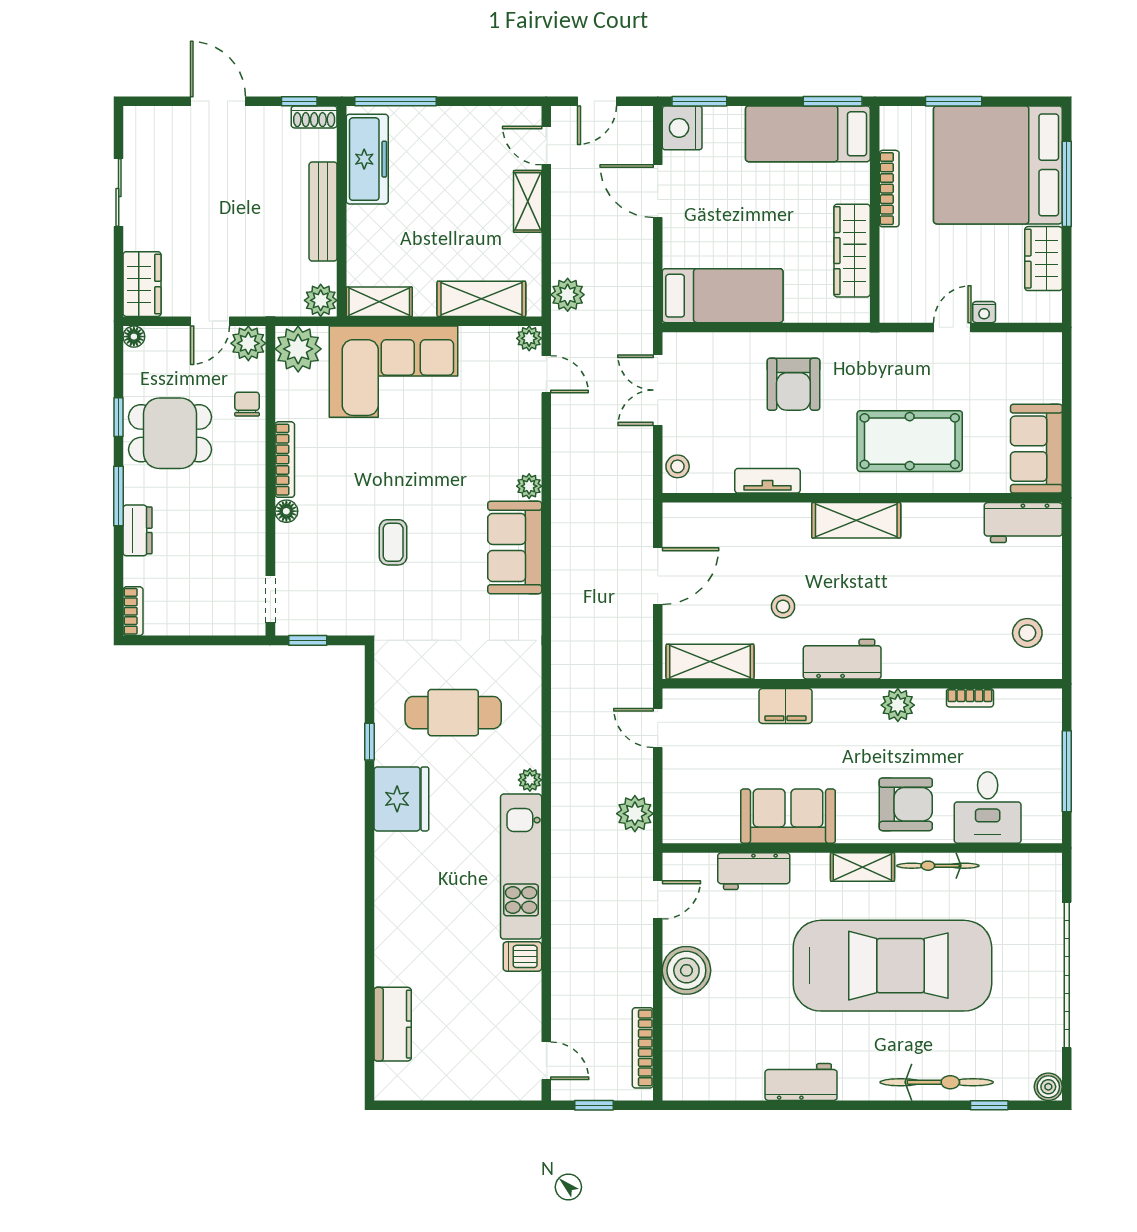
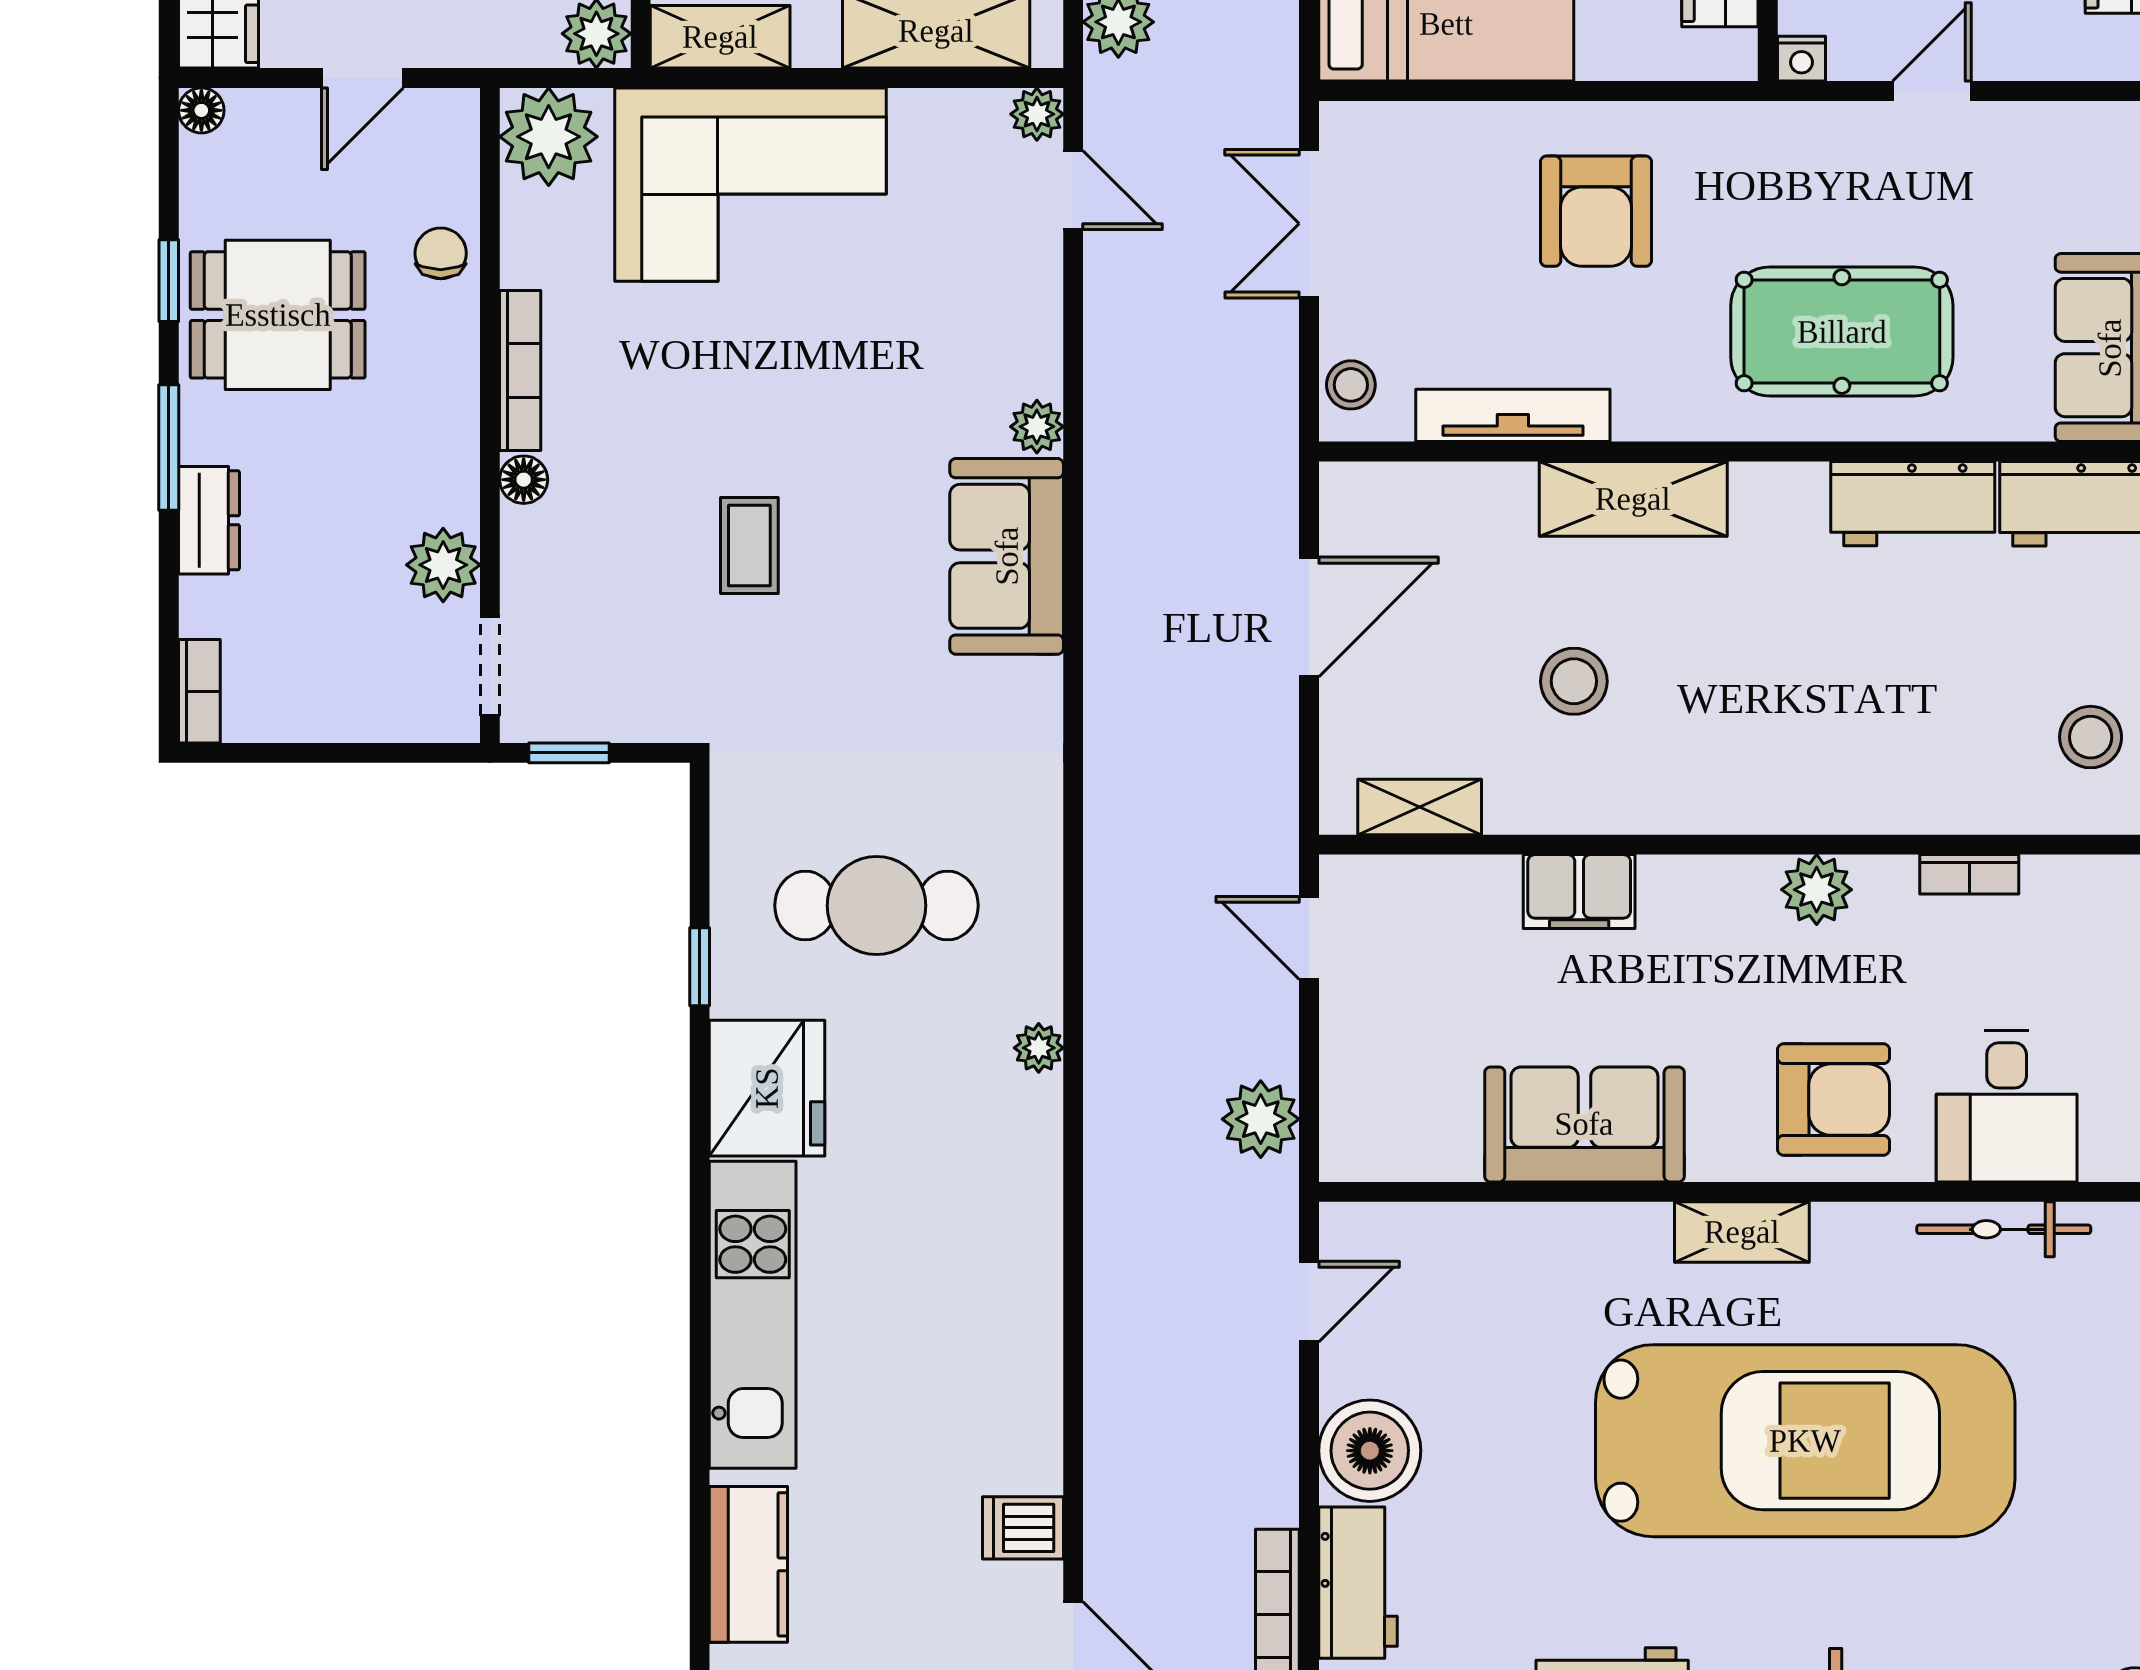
nightstand: (984, 312) -> (1801, 59), moved
plant: (248, 343) -> (443, 565), moved
tv unit: (768, 481) -> (1513, 415), width x1.41
shelving: (856, 520) -> (1633, 499), moved
stool: (783, 607) -> (1574, 681), width x1.37, depth x1.37
workbench: (842, 659) -> (1913, 504), moved, turned 180
shelving: (710, 662) -> (1420, 807), width x0.67, depth x0.75
bicycle: (938, 866) -> (2004, 1229), moved
kitchen unit: (521, 867) -> (753, 1315), moved, turned 180
workbench: (754, 871) -> (1358, 1583), moved, turned -90
dishwasher: (522, 956) -> (1023, 1528), moved

